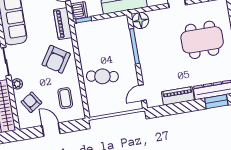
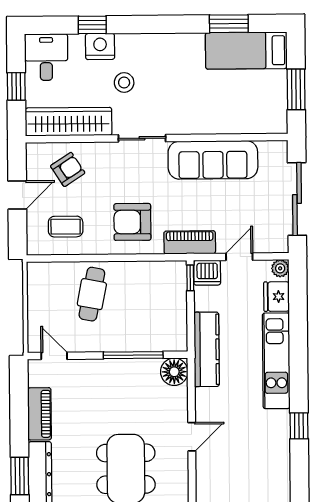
armchair: (56, 59) -> (132, 222), turned -33
plant: (17, 84) -> (102, 151), removed

